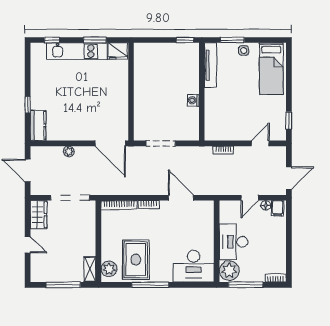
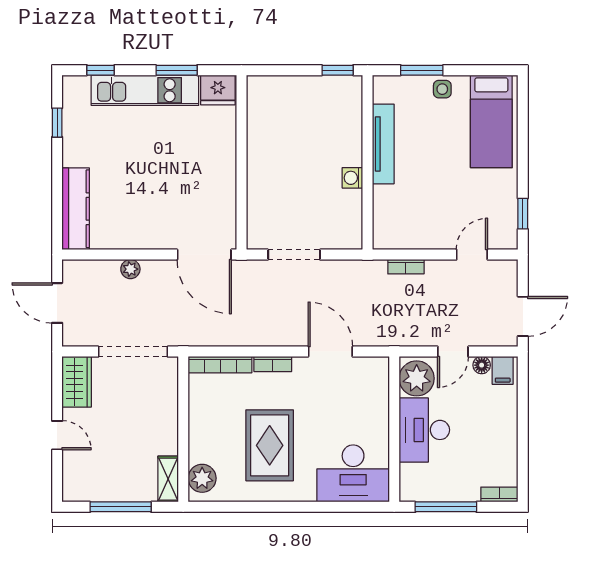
tv unit: (211, 65) -> (383, 144), moved
window: (28, 105) -> (57, 123), moved
kitchen counter: (38, 125) -> (76, 209), width x1.50
rug: (136, 260) -> (270, 445), moved
plant: (229, 271) -> (417, 378), moved
window: (150, 285) -> (276, 507), removed

